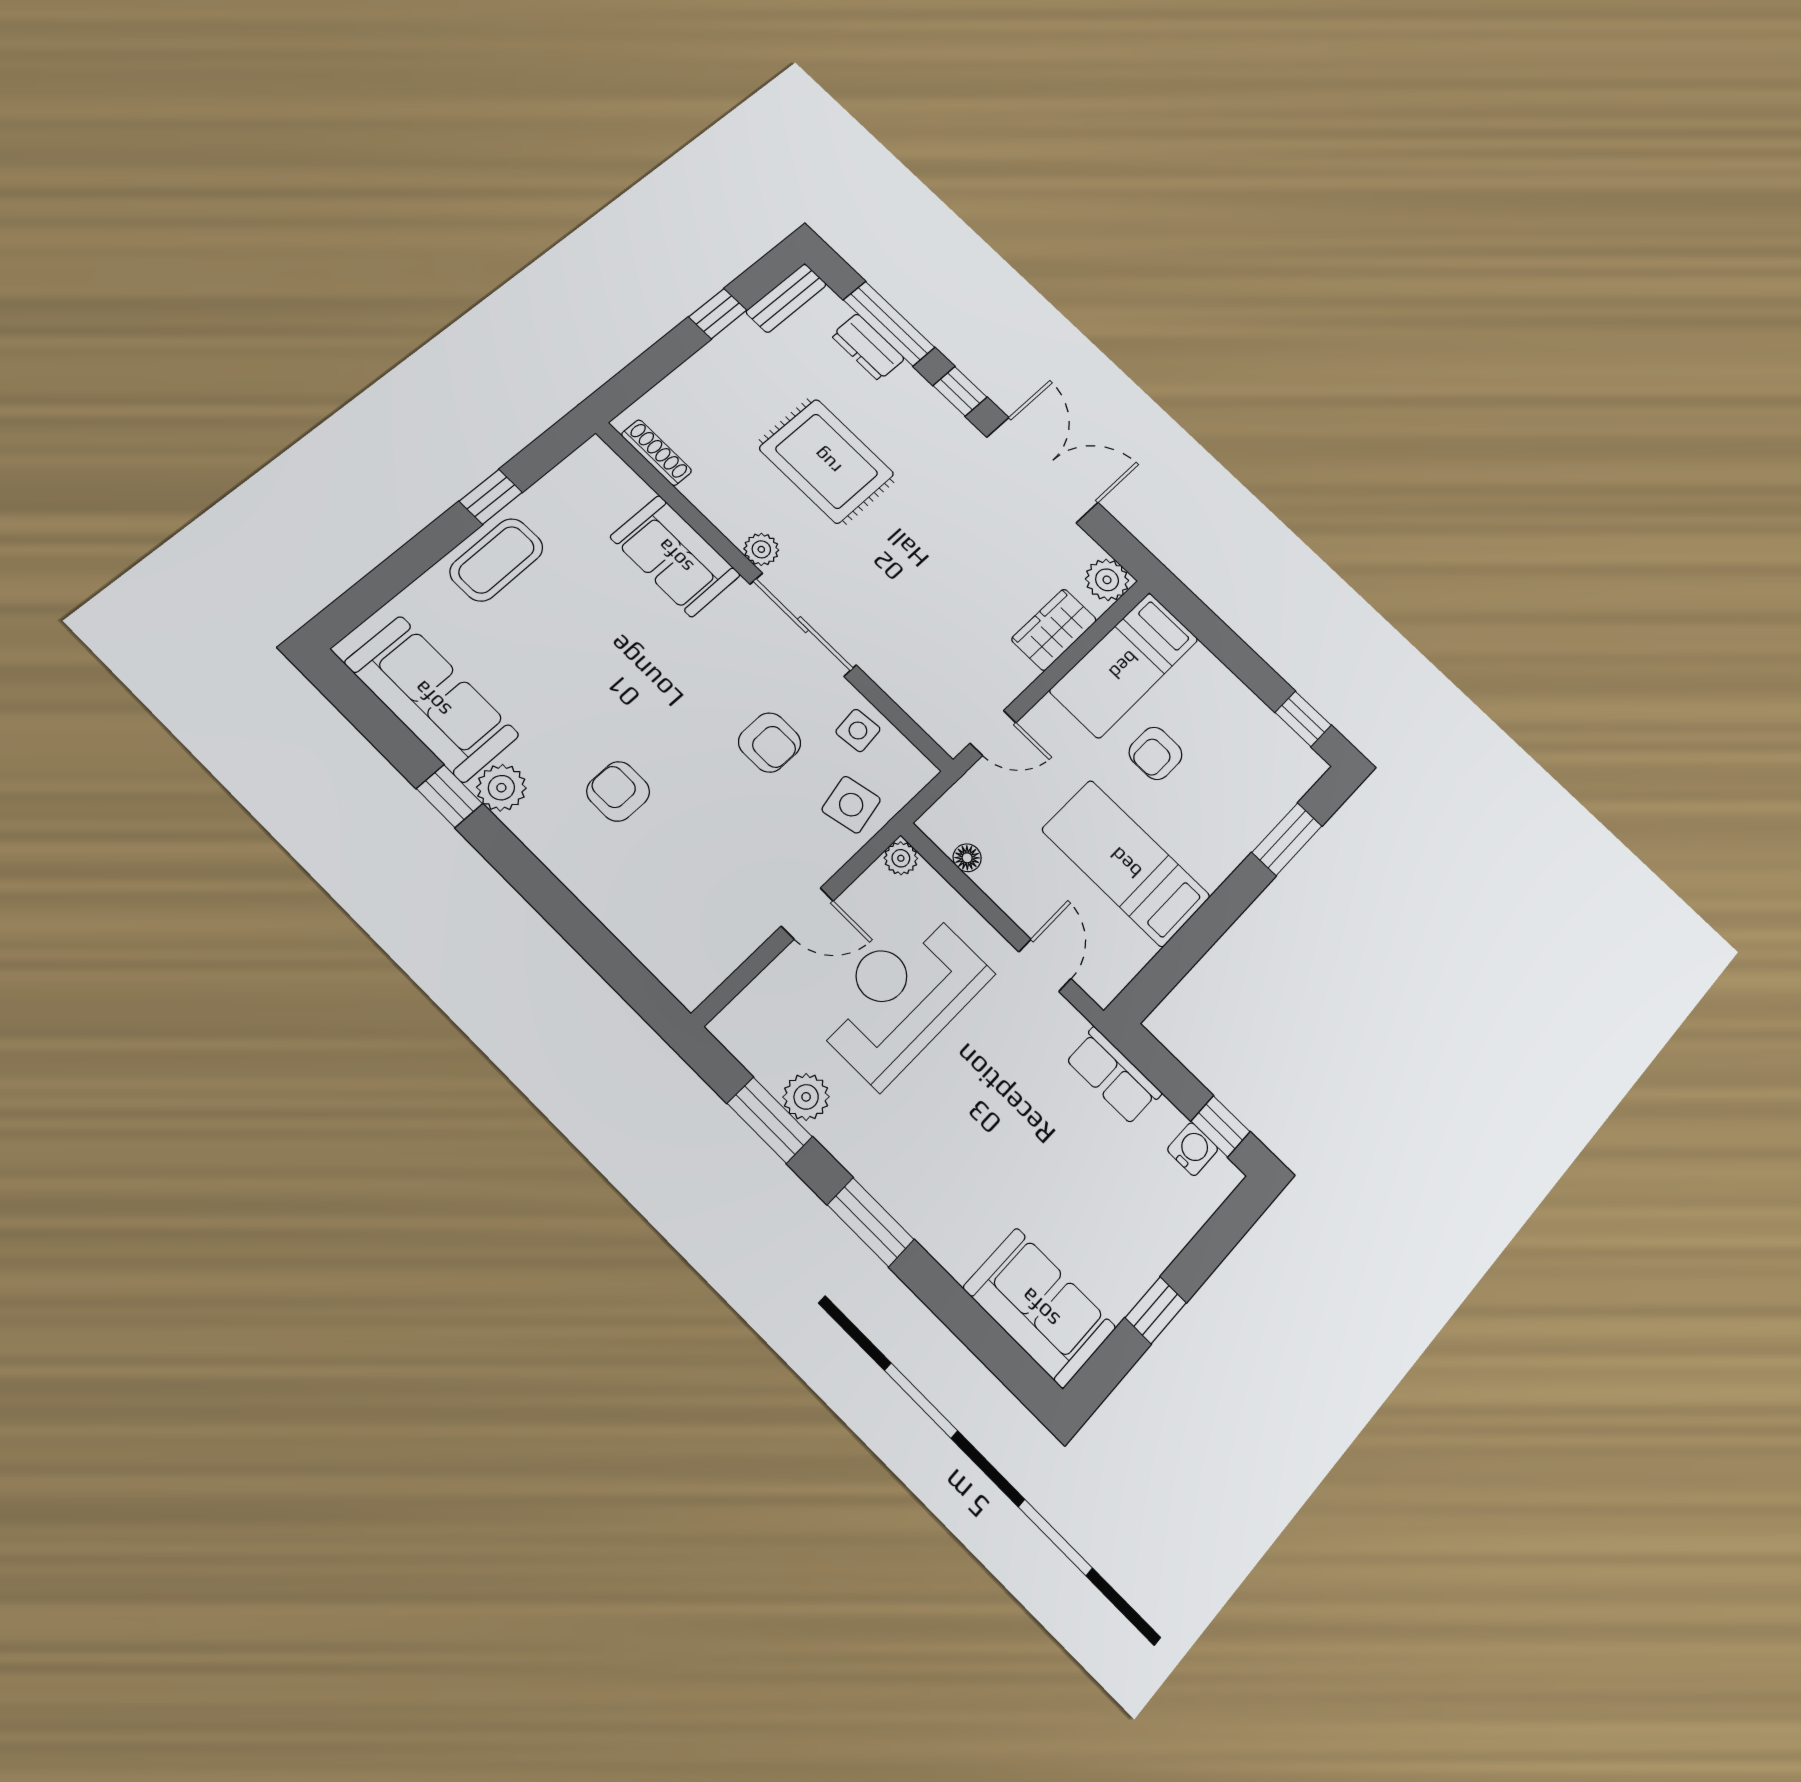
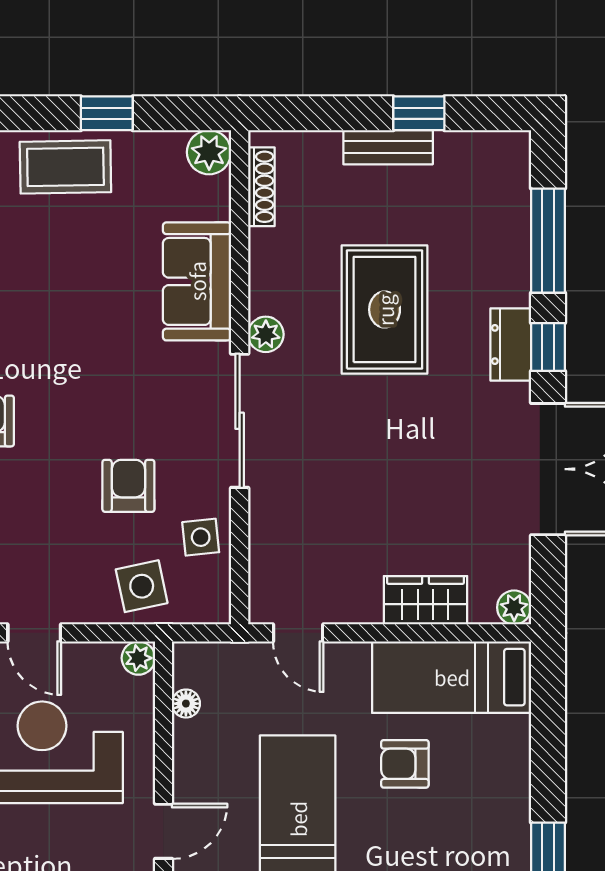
bench: (786, 298) -> (388, 147), moved
dresser: (868, 347) -> (511, 344), moved
plant: (595, 461) -> (209, 152), added
plant: (1107, 580) -> (514, 607), width x0.73, depth x0.73
armchair: (770, 742) -> (128, 486), turned 180

